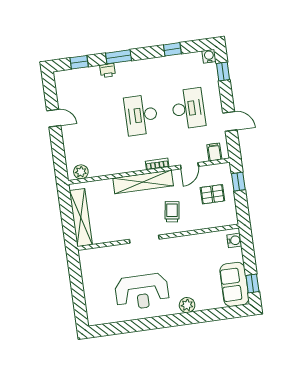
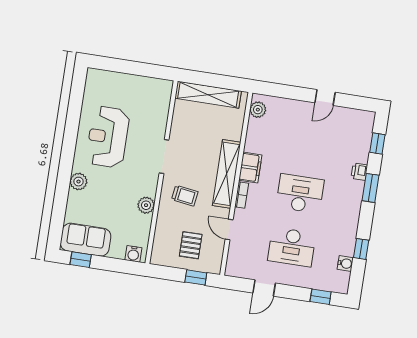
water cooler: (209, 56) -> (345, 263), moved
filing cabinet: (214, 152) -> (250, 168), moved, width x2.00
plant: (190, 242) -> (146, 205), added

